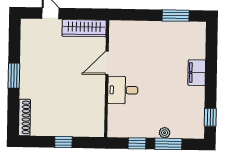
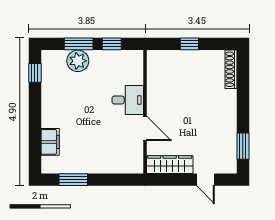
door: (107, 63) -> (145, 128), hinge flipped
filing cabinet: (197, 73) -> (50, 142), moved
window: (14, 76) -> (243, 146), moved
plant: (165, 133) -> (78, 61), width x1.88, depth x1.88

